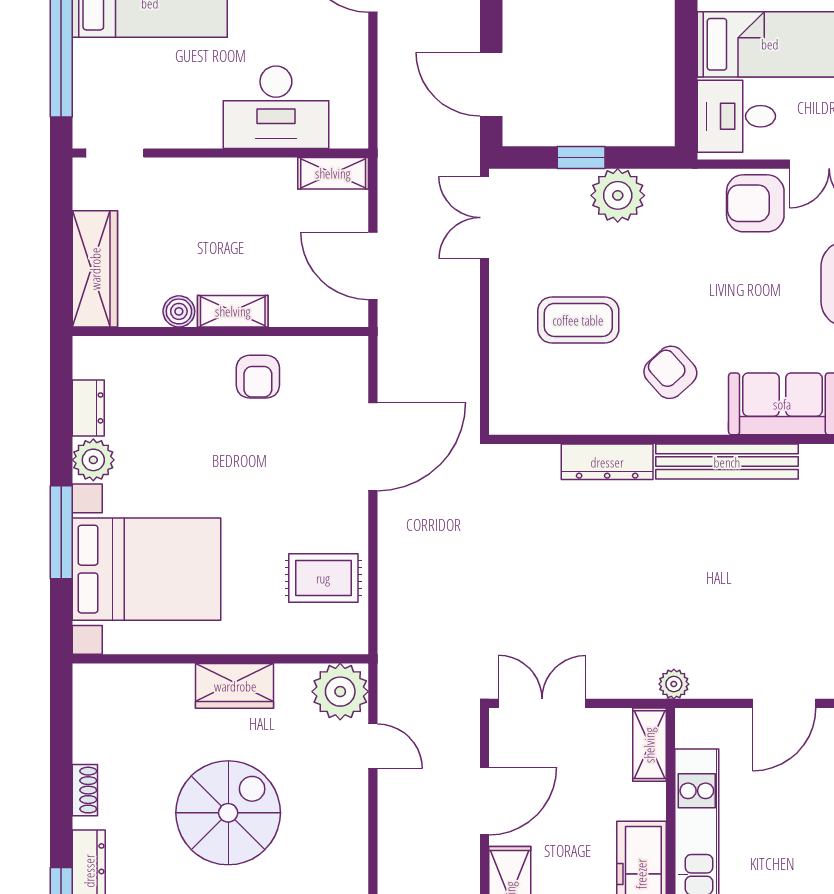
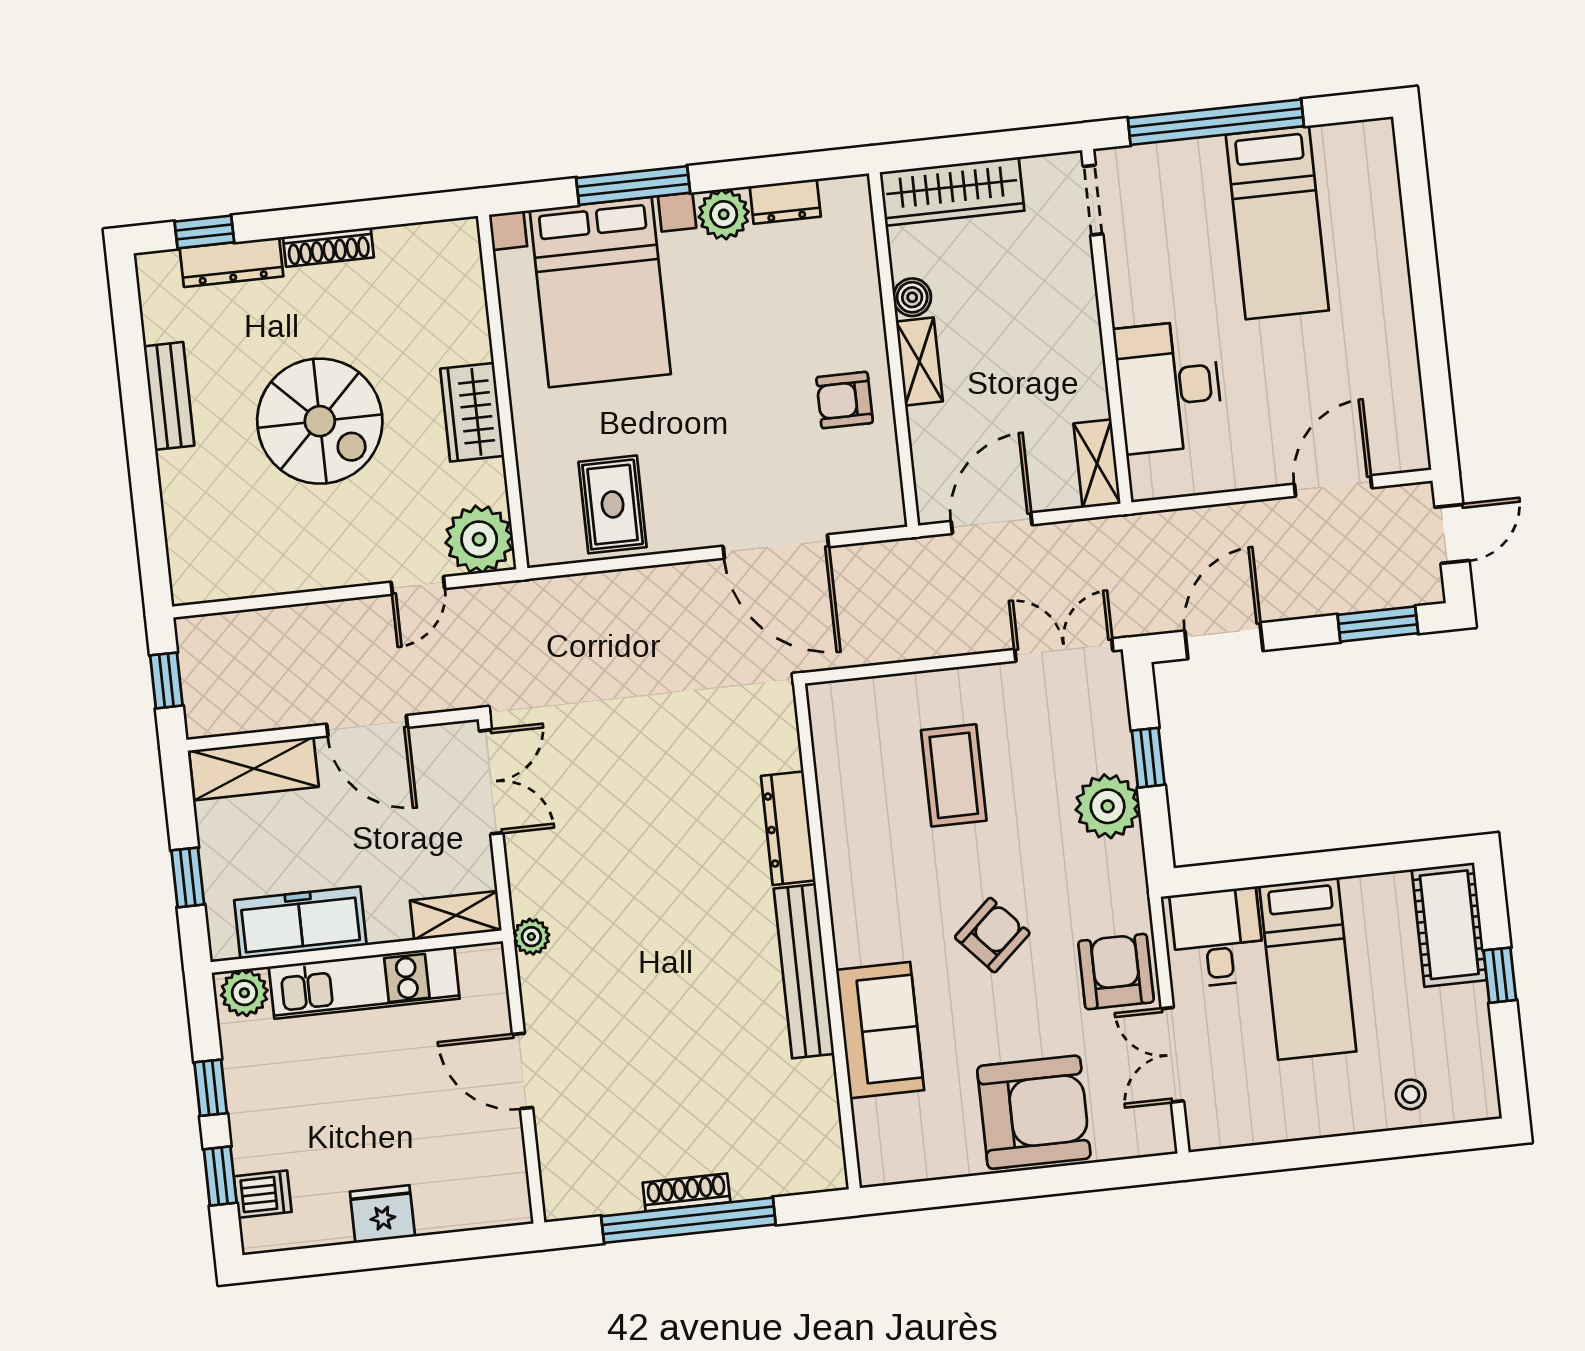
armchair: (670, 372) -> (992, 935), moved
shoe rack: (85, 790) -> (328, 247), width x1.43

